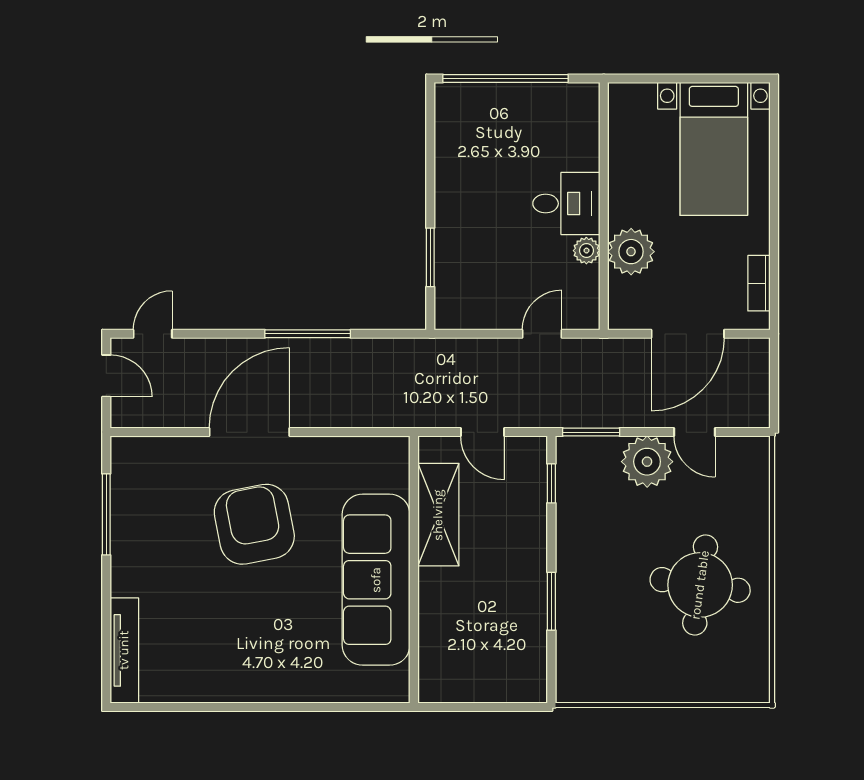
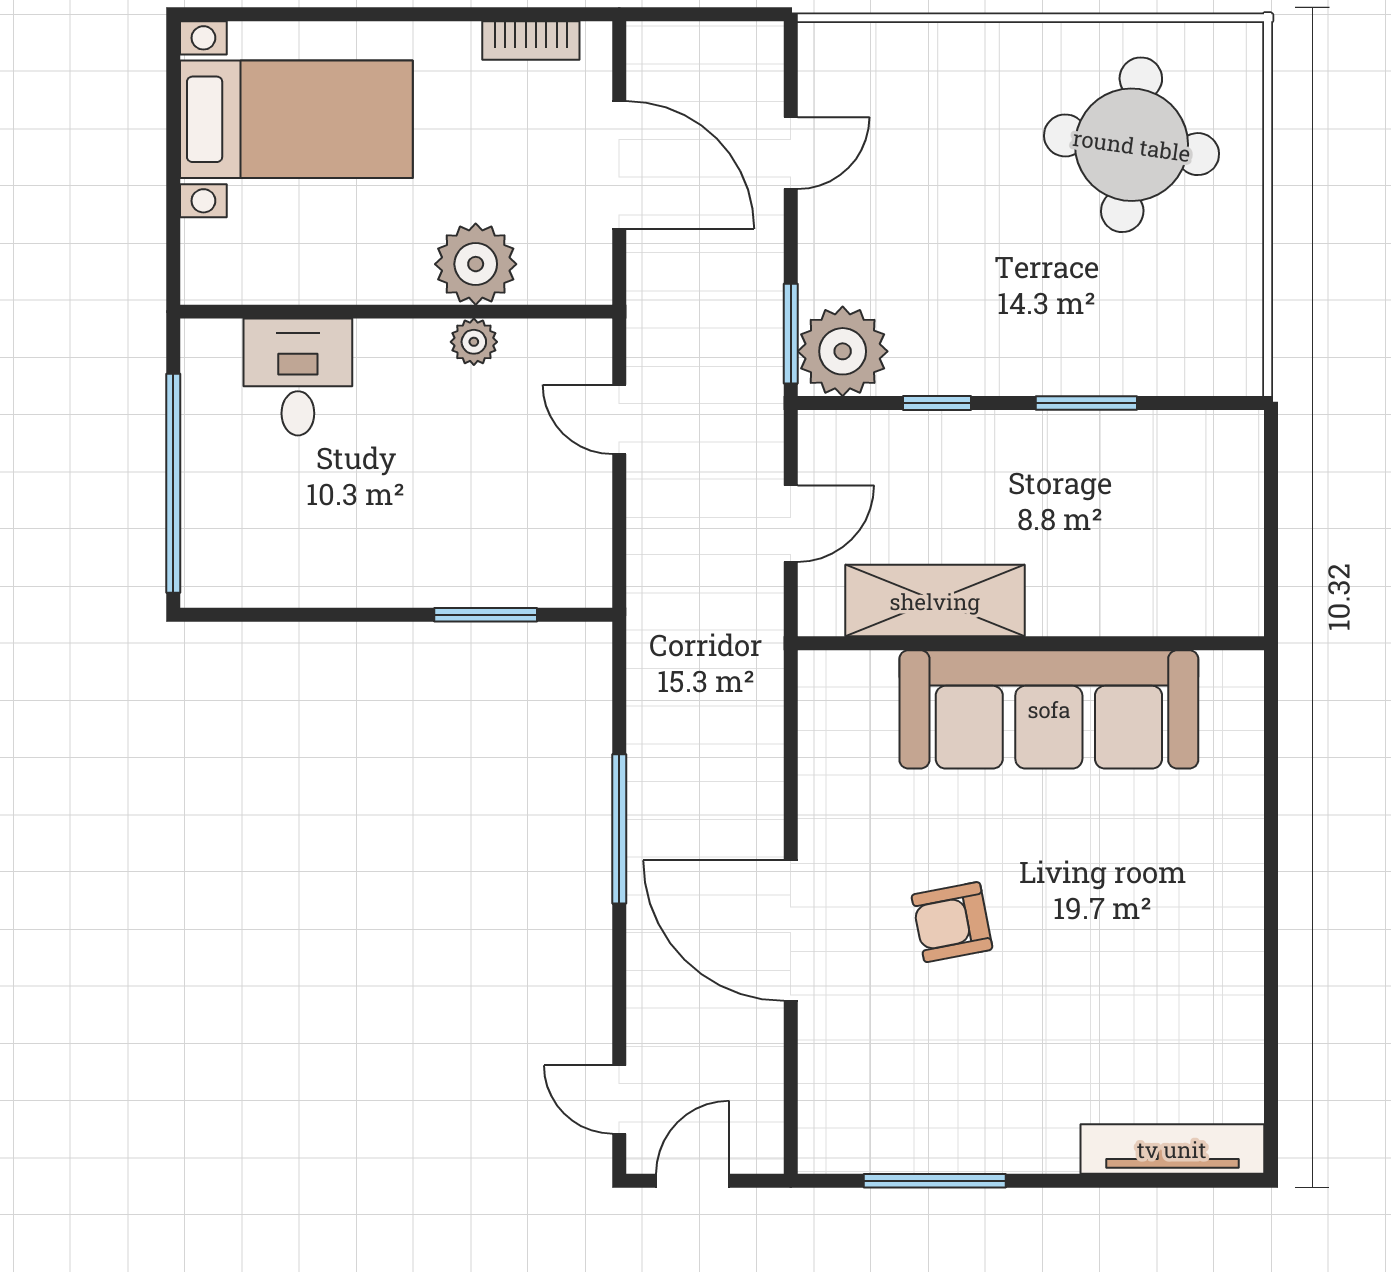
desk: (566, 204) -> (298, 377), moved
plant: (647, 462) -> (843, 351), moved
window: (551, 483) -> (937, 403), moved
armchair: (254, 524) -> (952, 922), width x0.53, depth x0.53
round table: (700, 585) -> (1132, 145), moved

